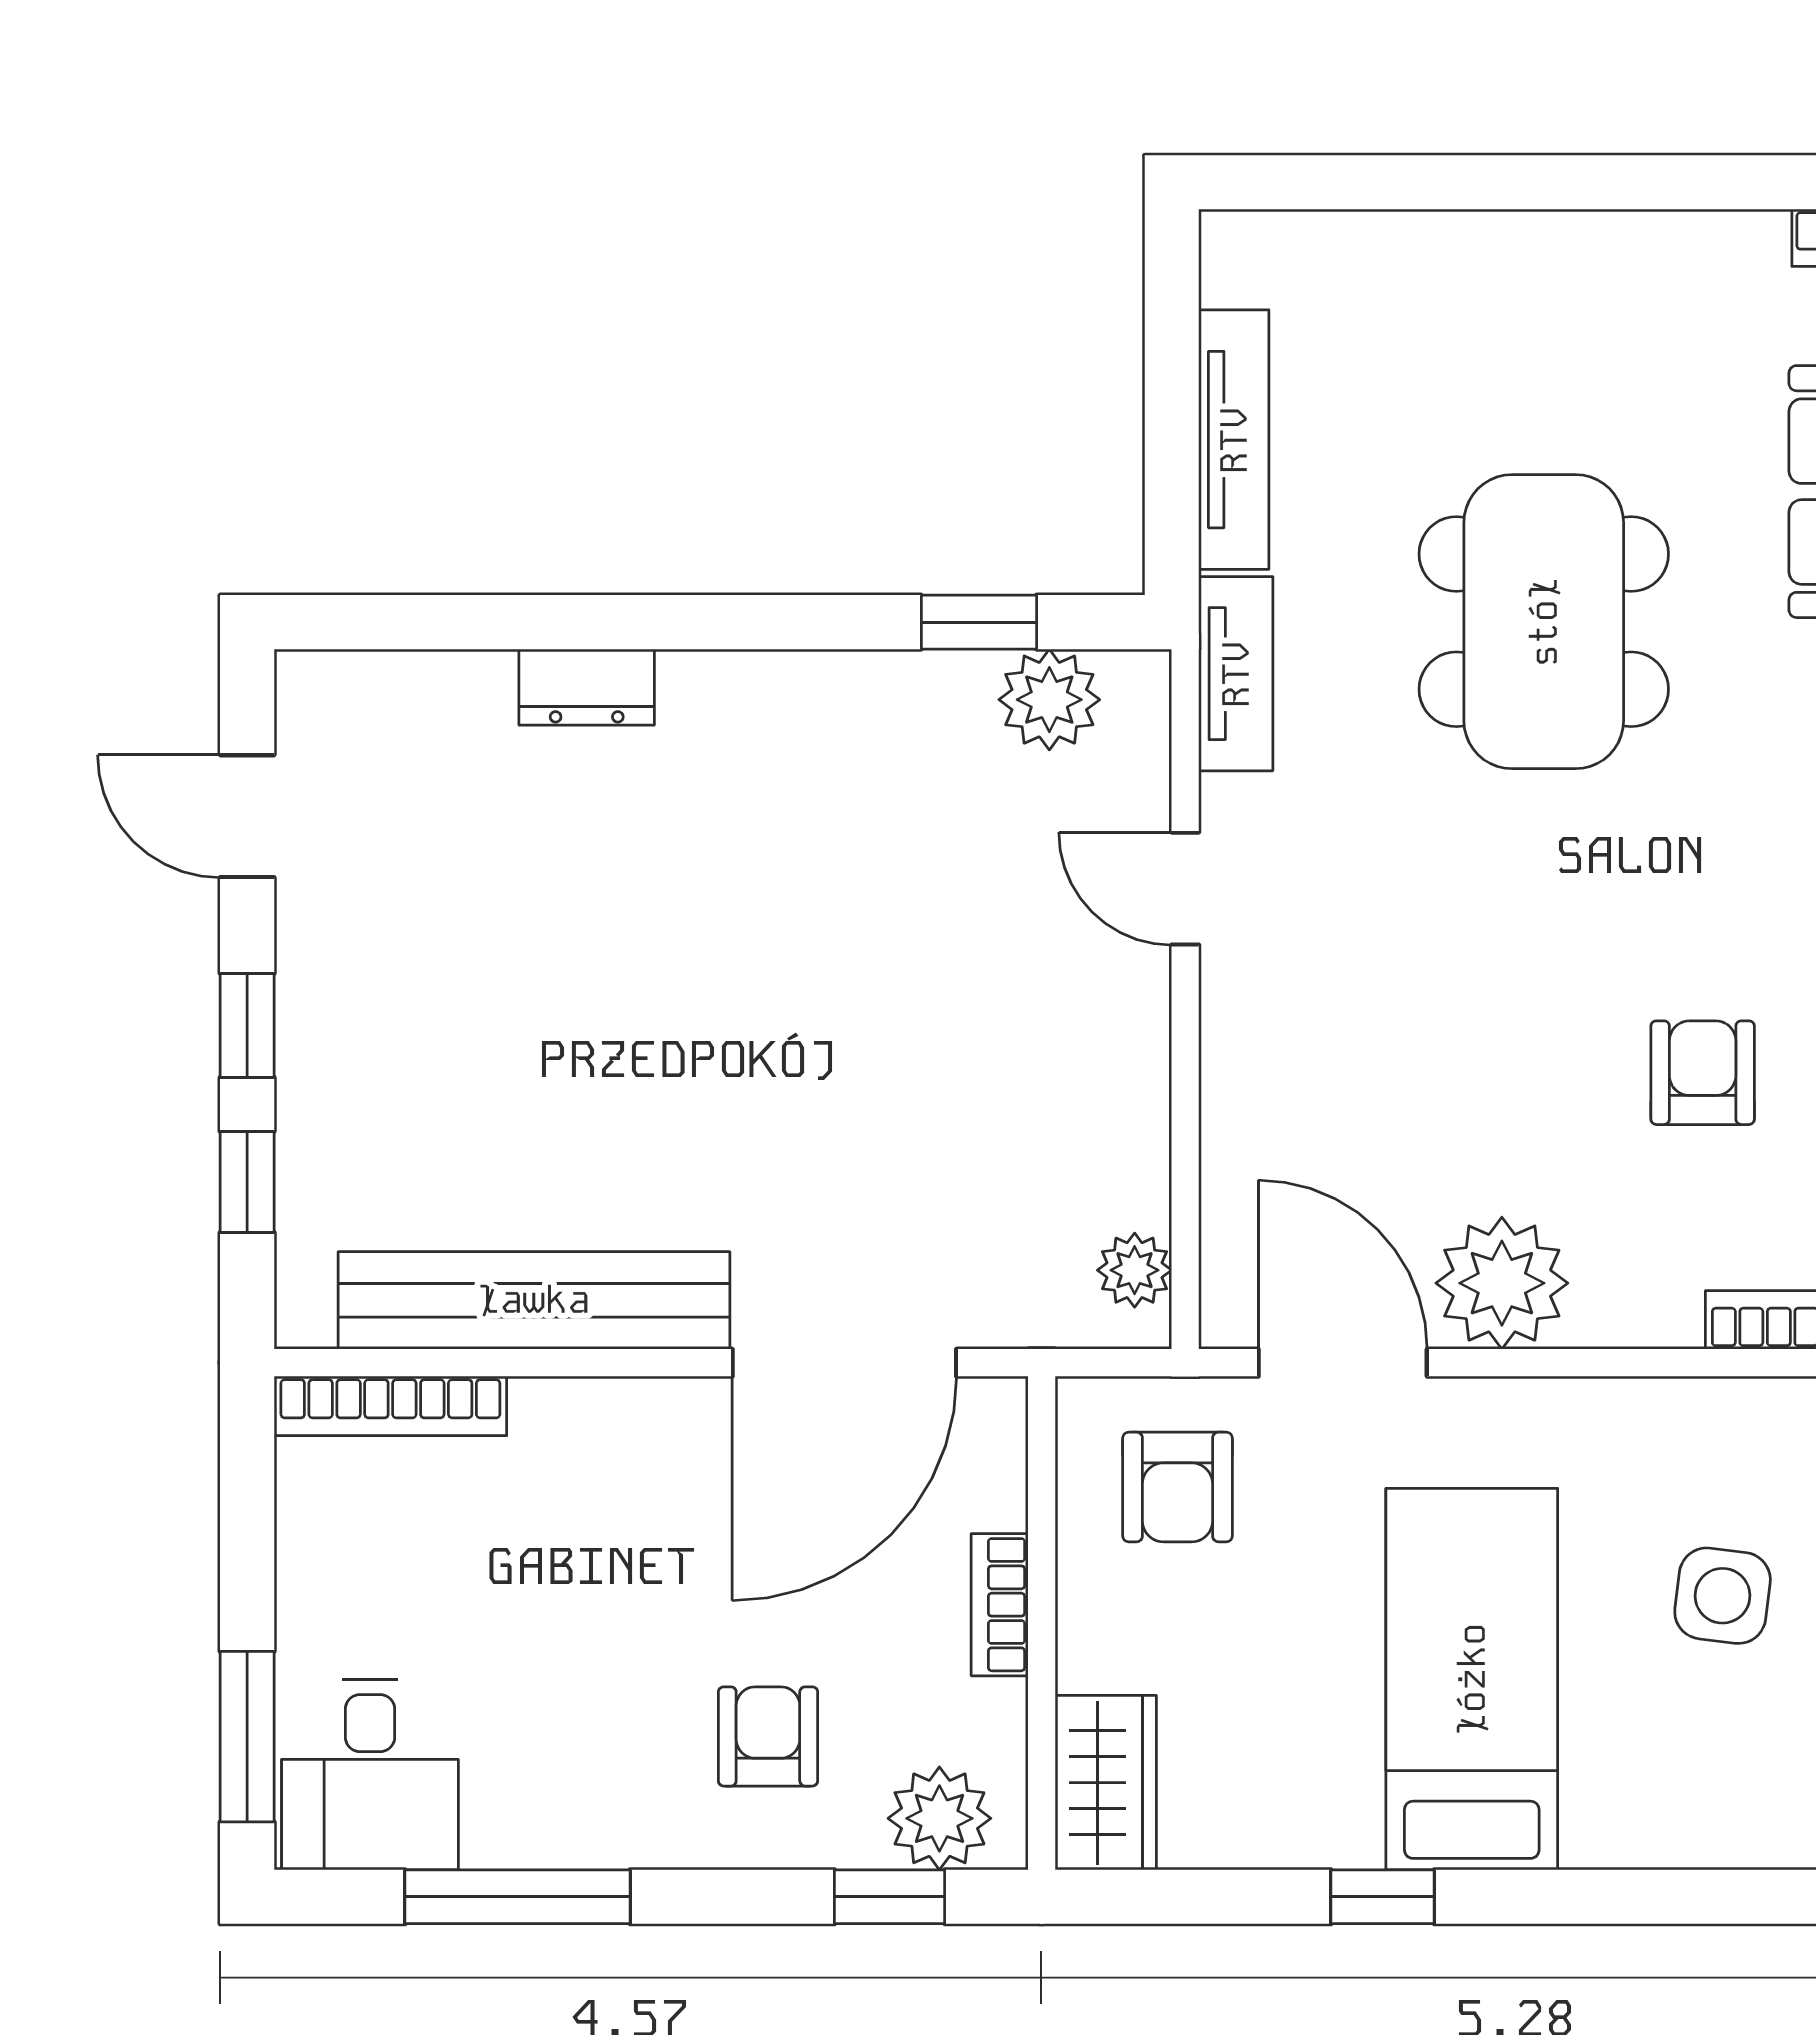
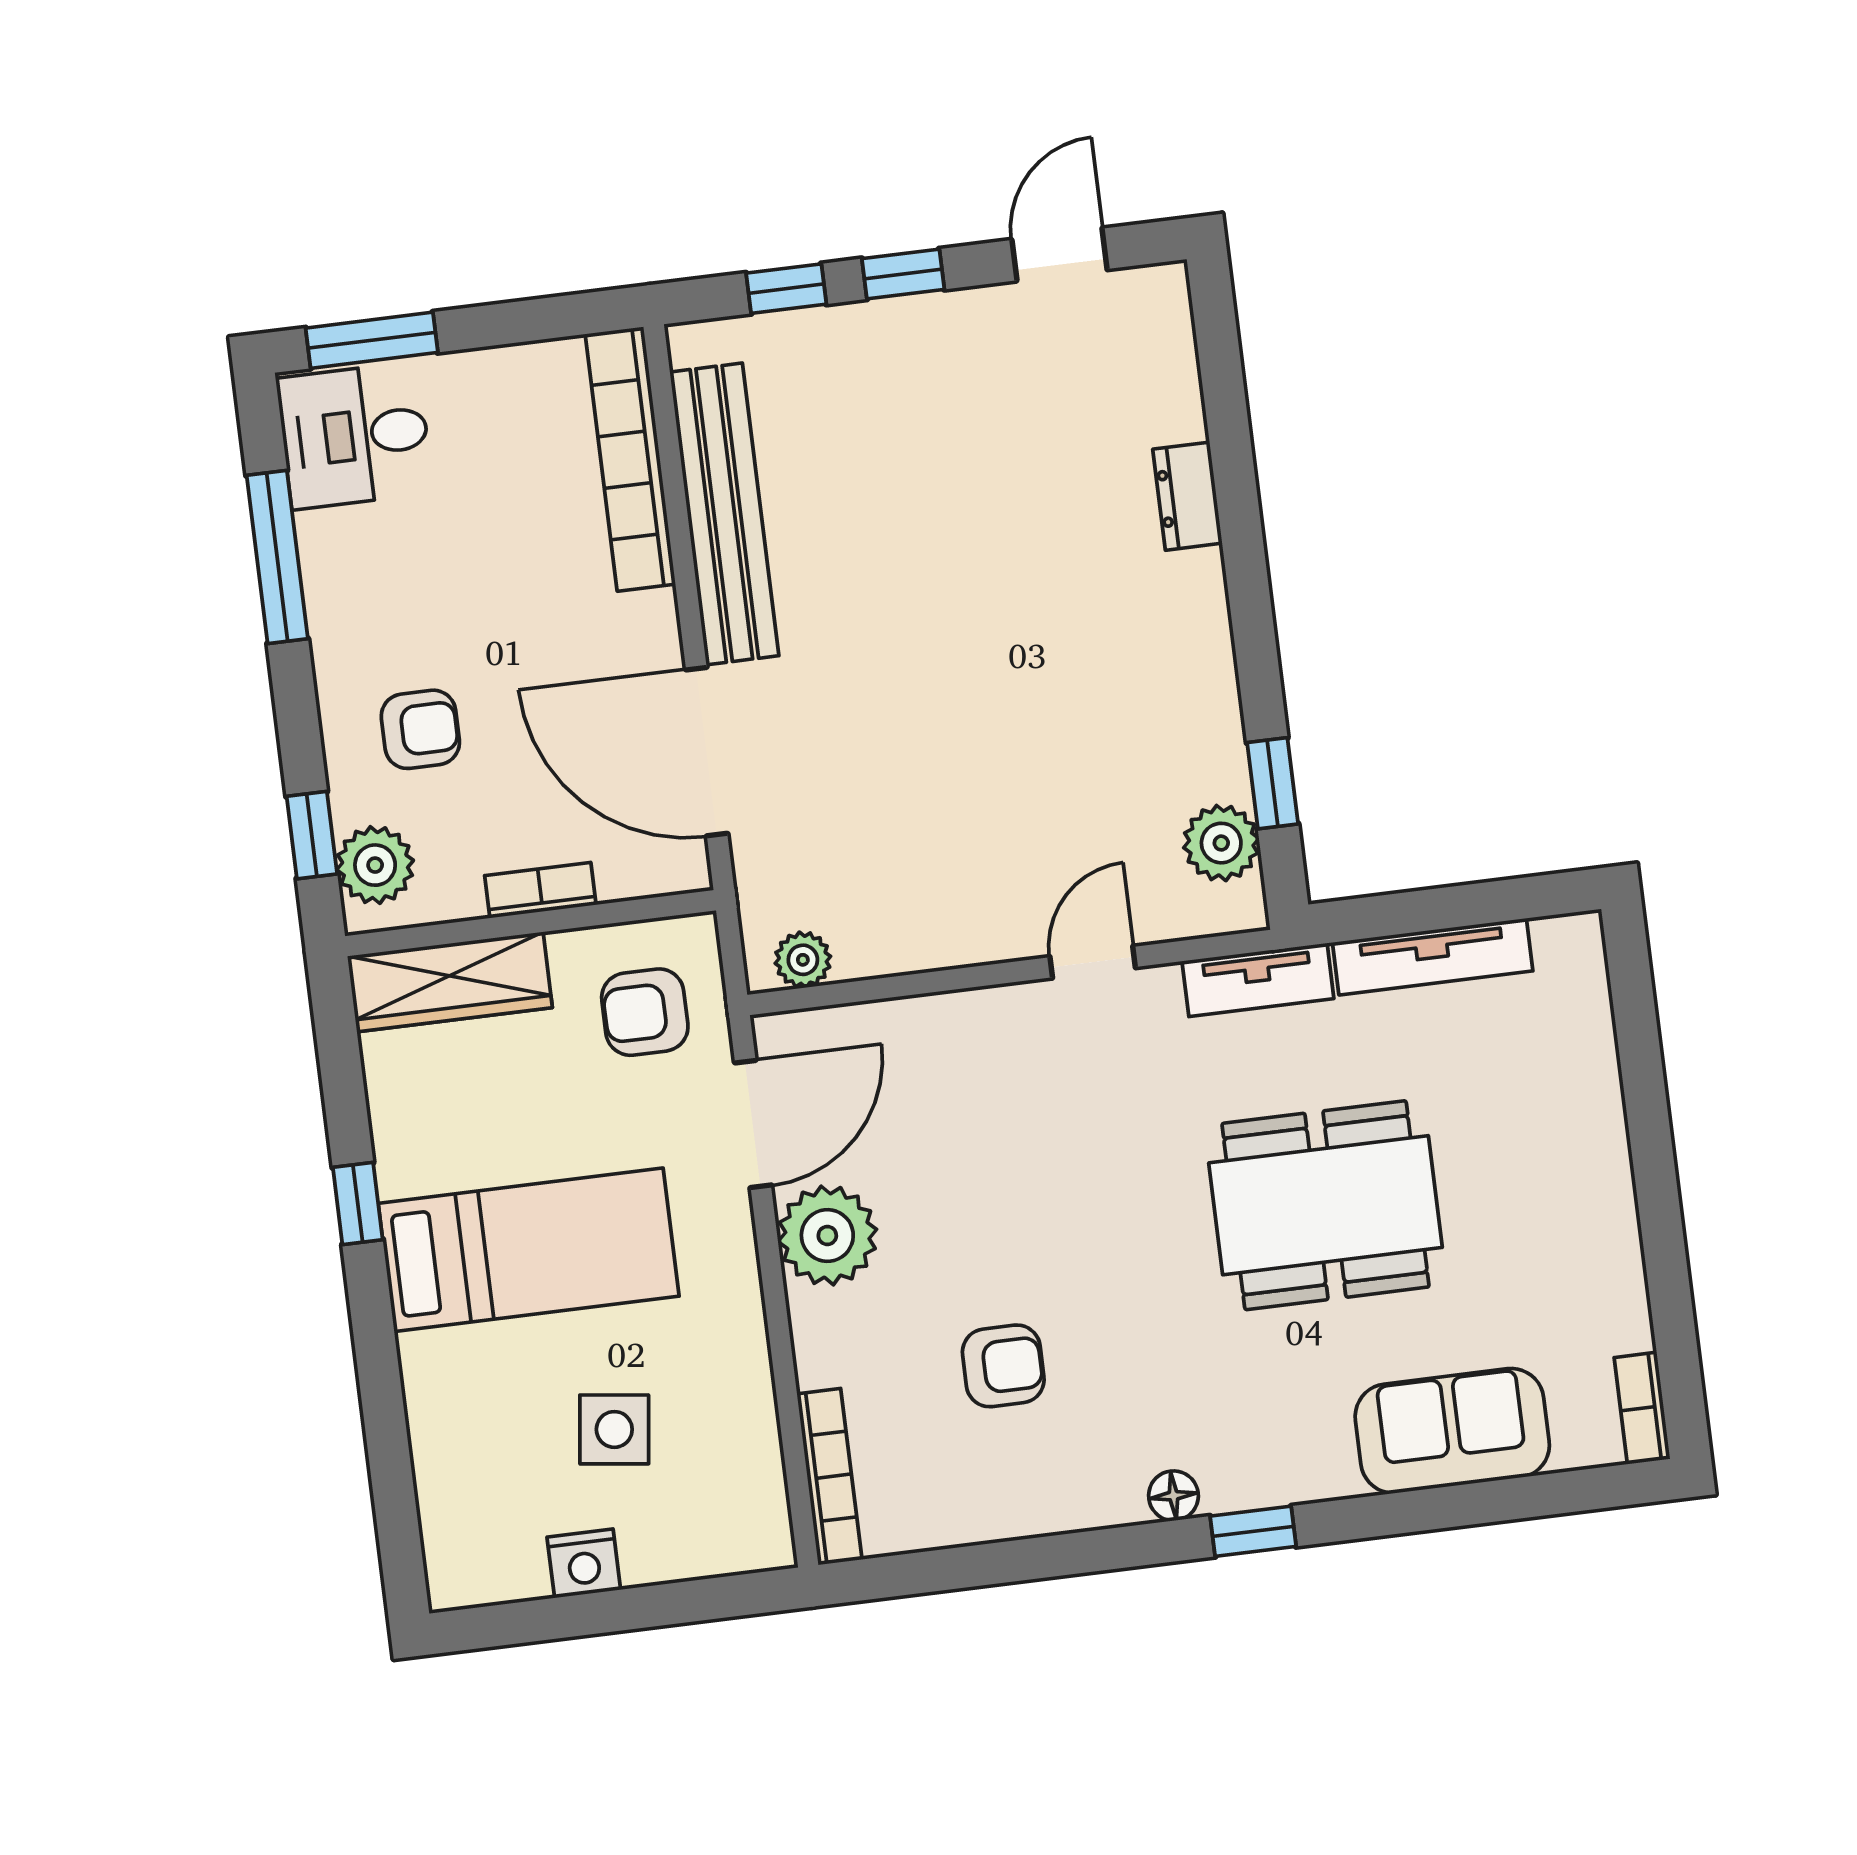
bookcase: (390, 1406) -> (630, 459), width x1.48, depth x1.31
wardrobe: (1106, 1783) -> (450, 982), width x1.50

